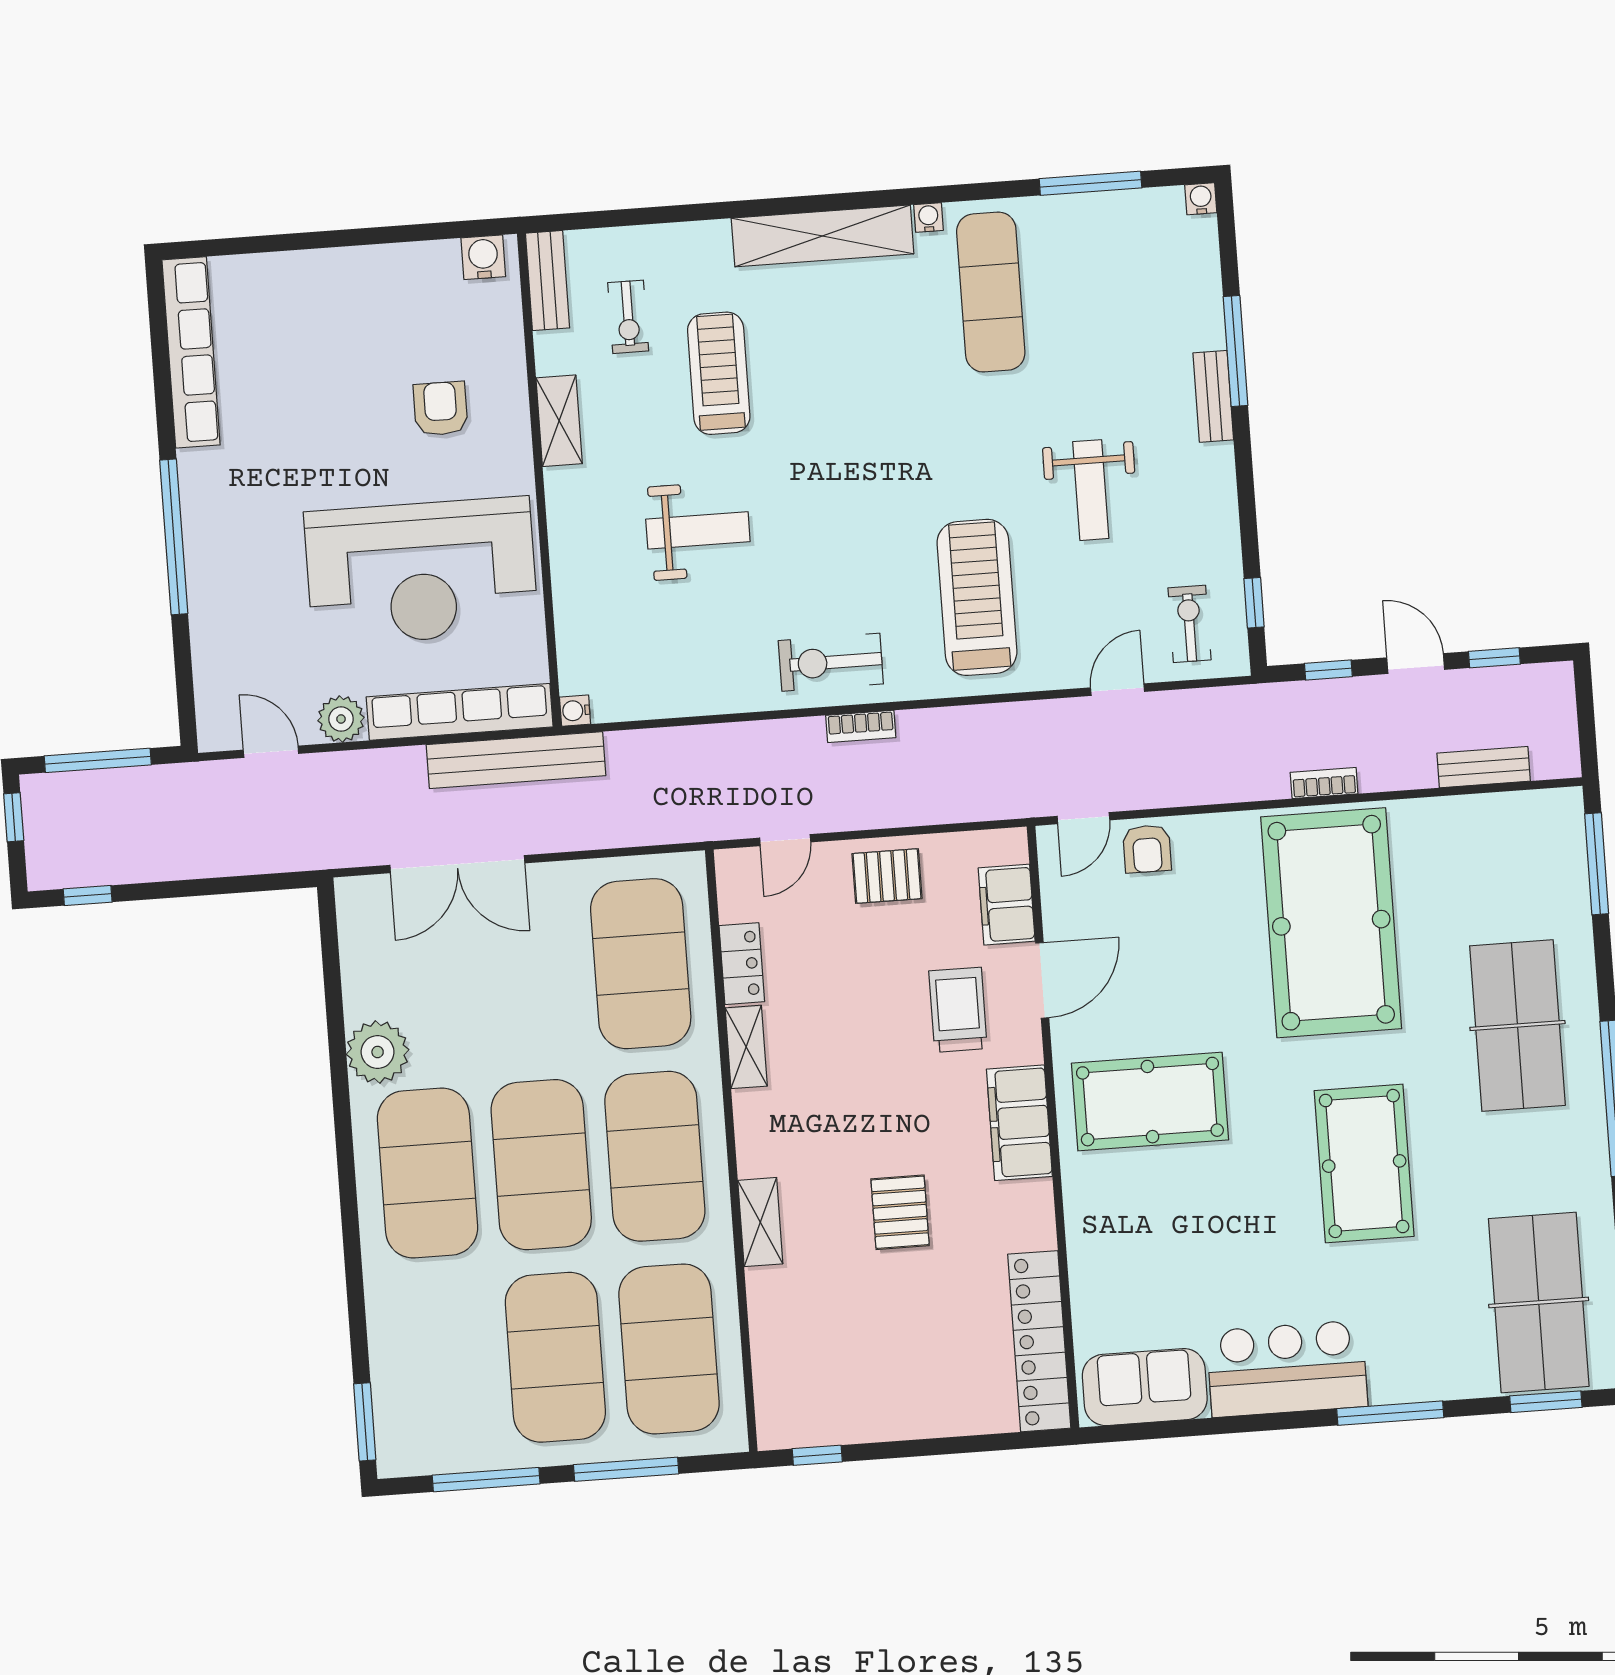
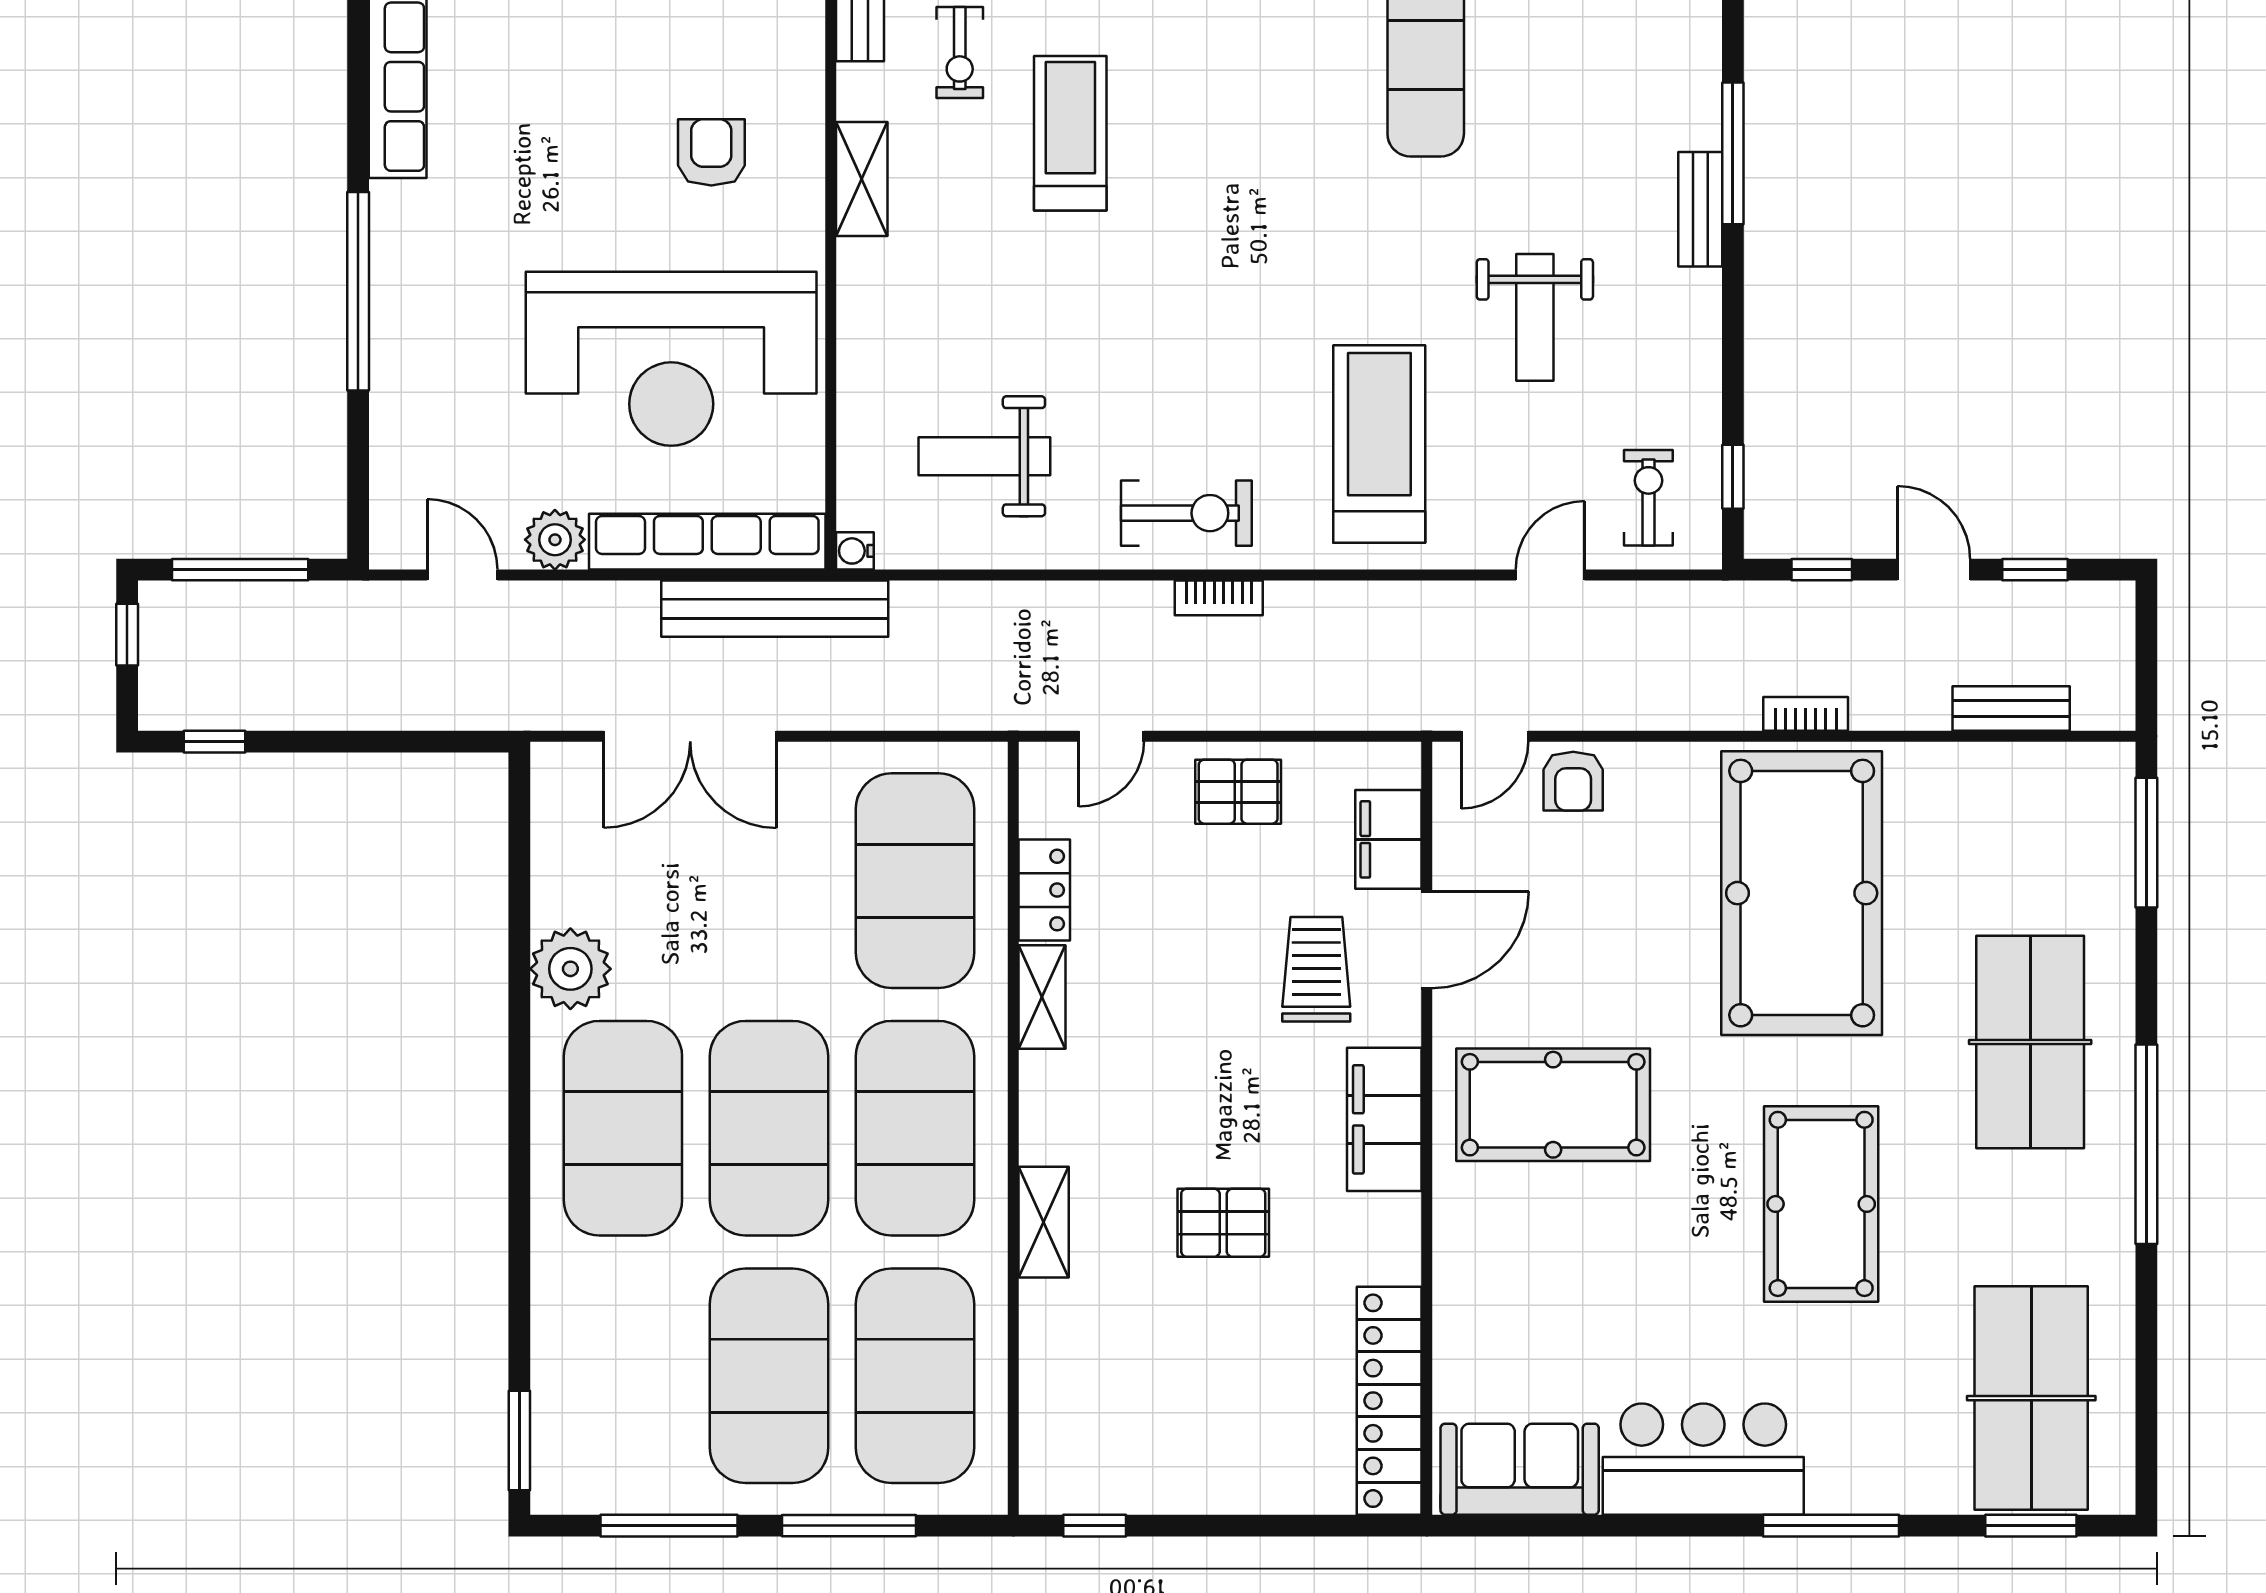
weight bench: (698, 530) -> (984, 456), moved, turned 180
exercise bike: (831, 662) -> (1186, 513), turned 180
pallet: (900, 1212) -> (1223, 1223), turned 90

